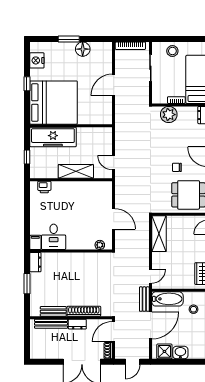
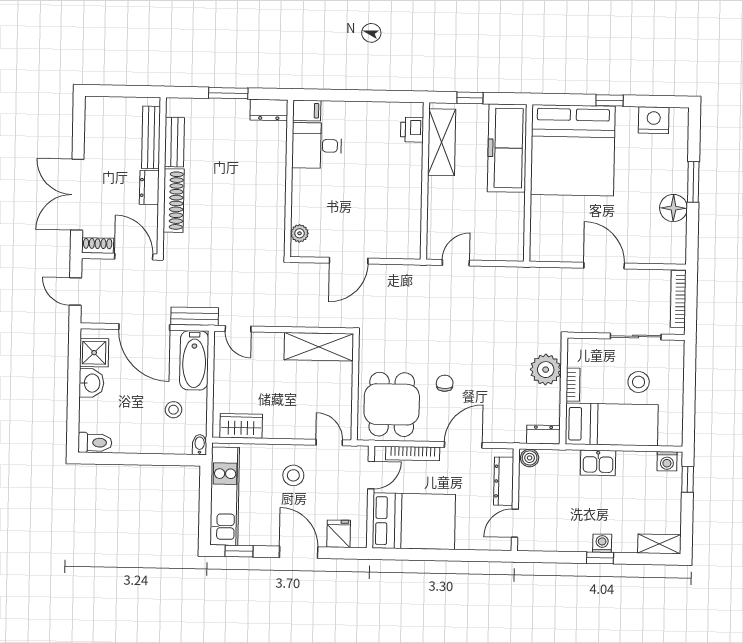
stool: (172, 51) -> (639, 382), moved
shelving: (76, 171) -> (442, 142), moved

